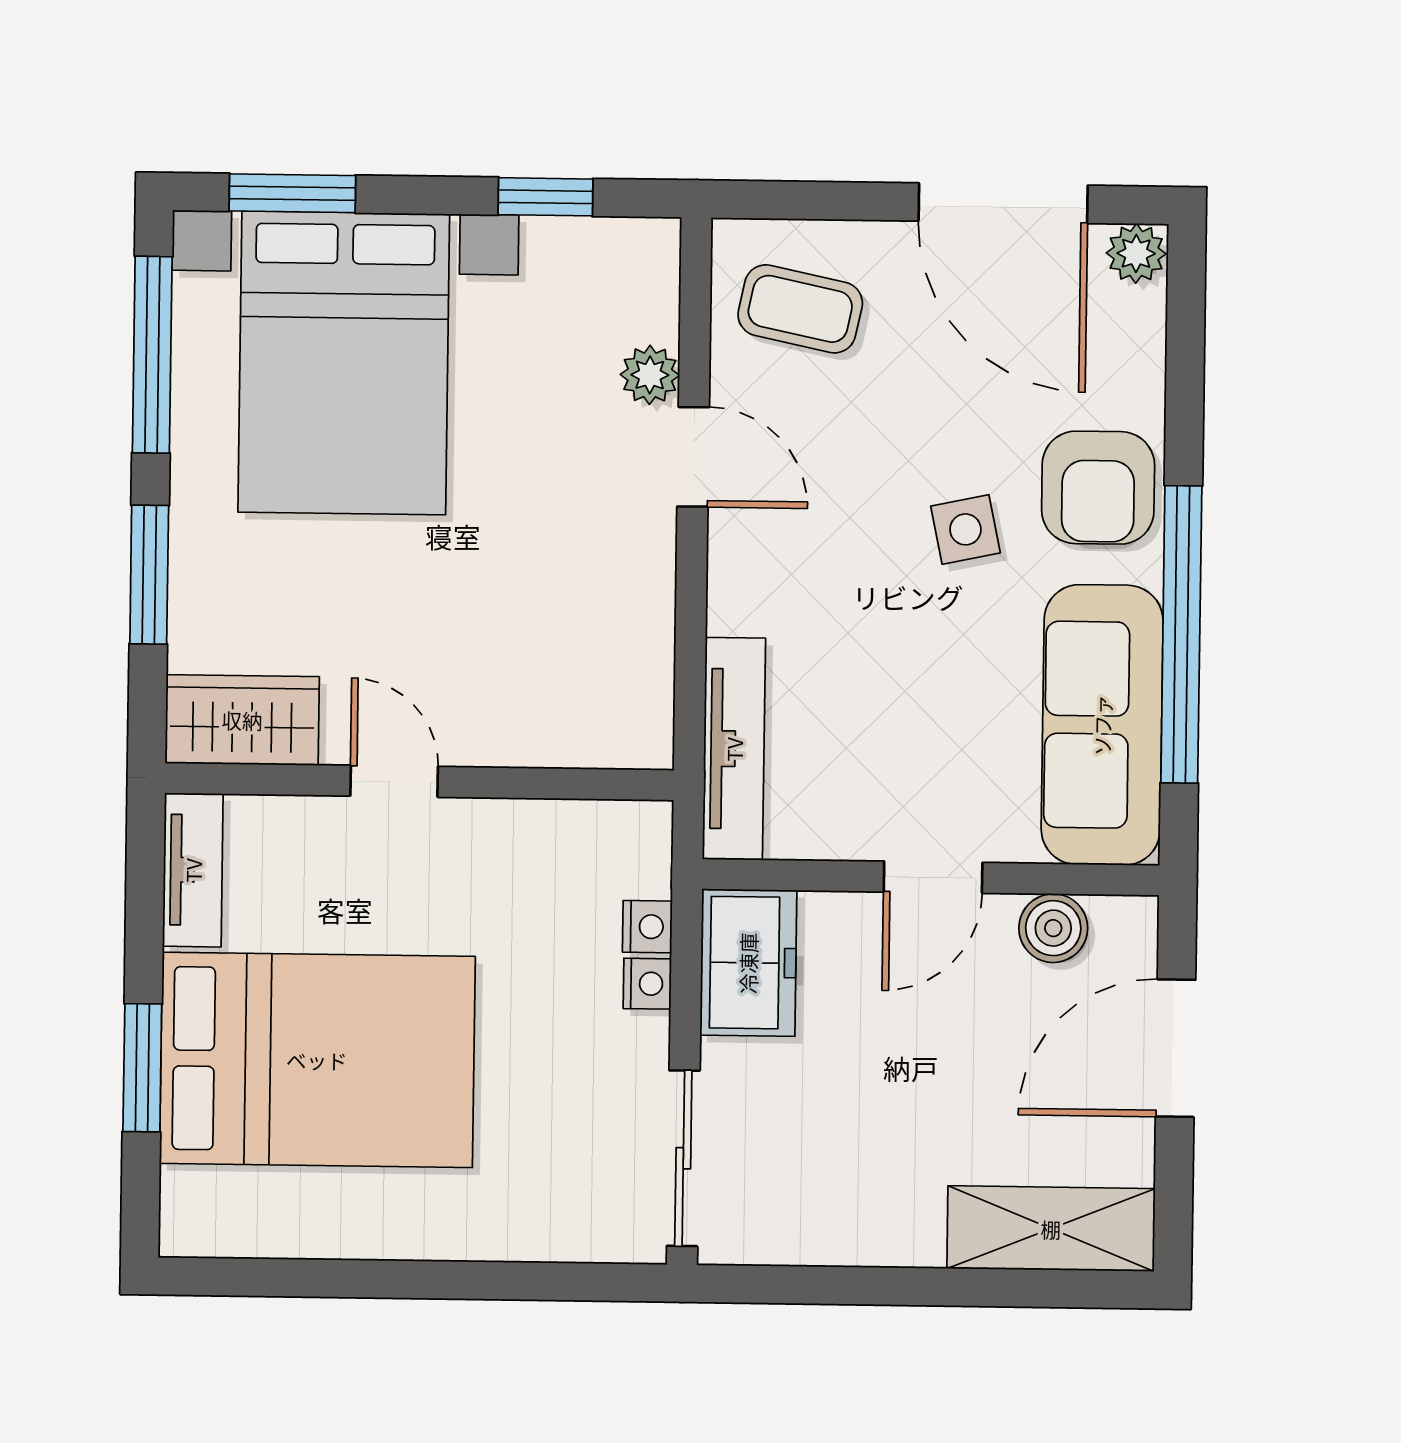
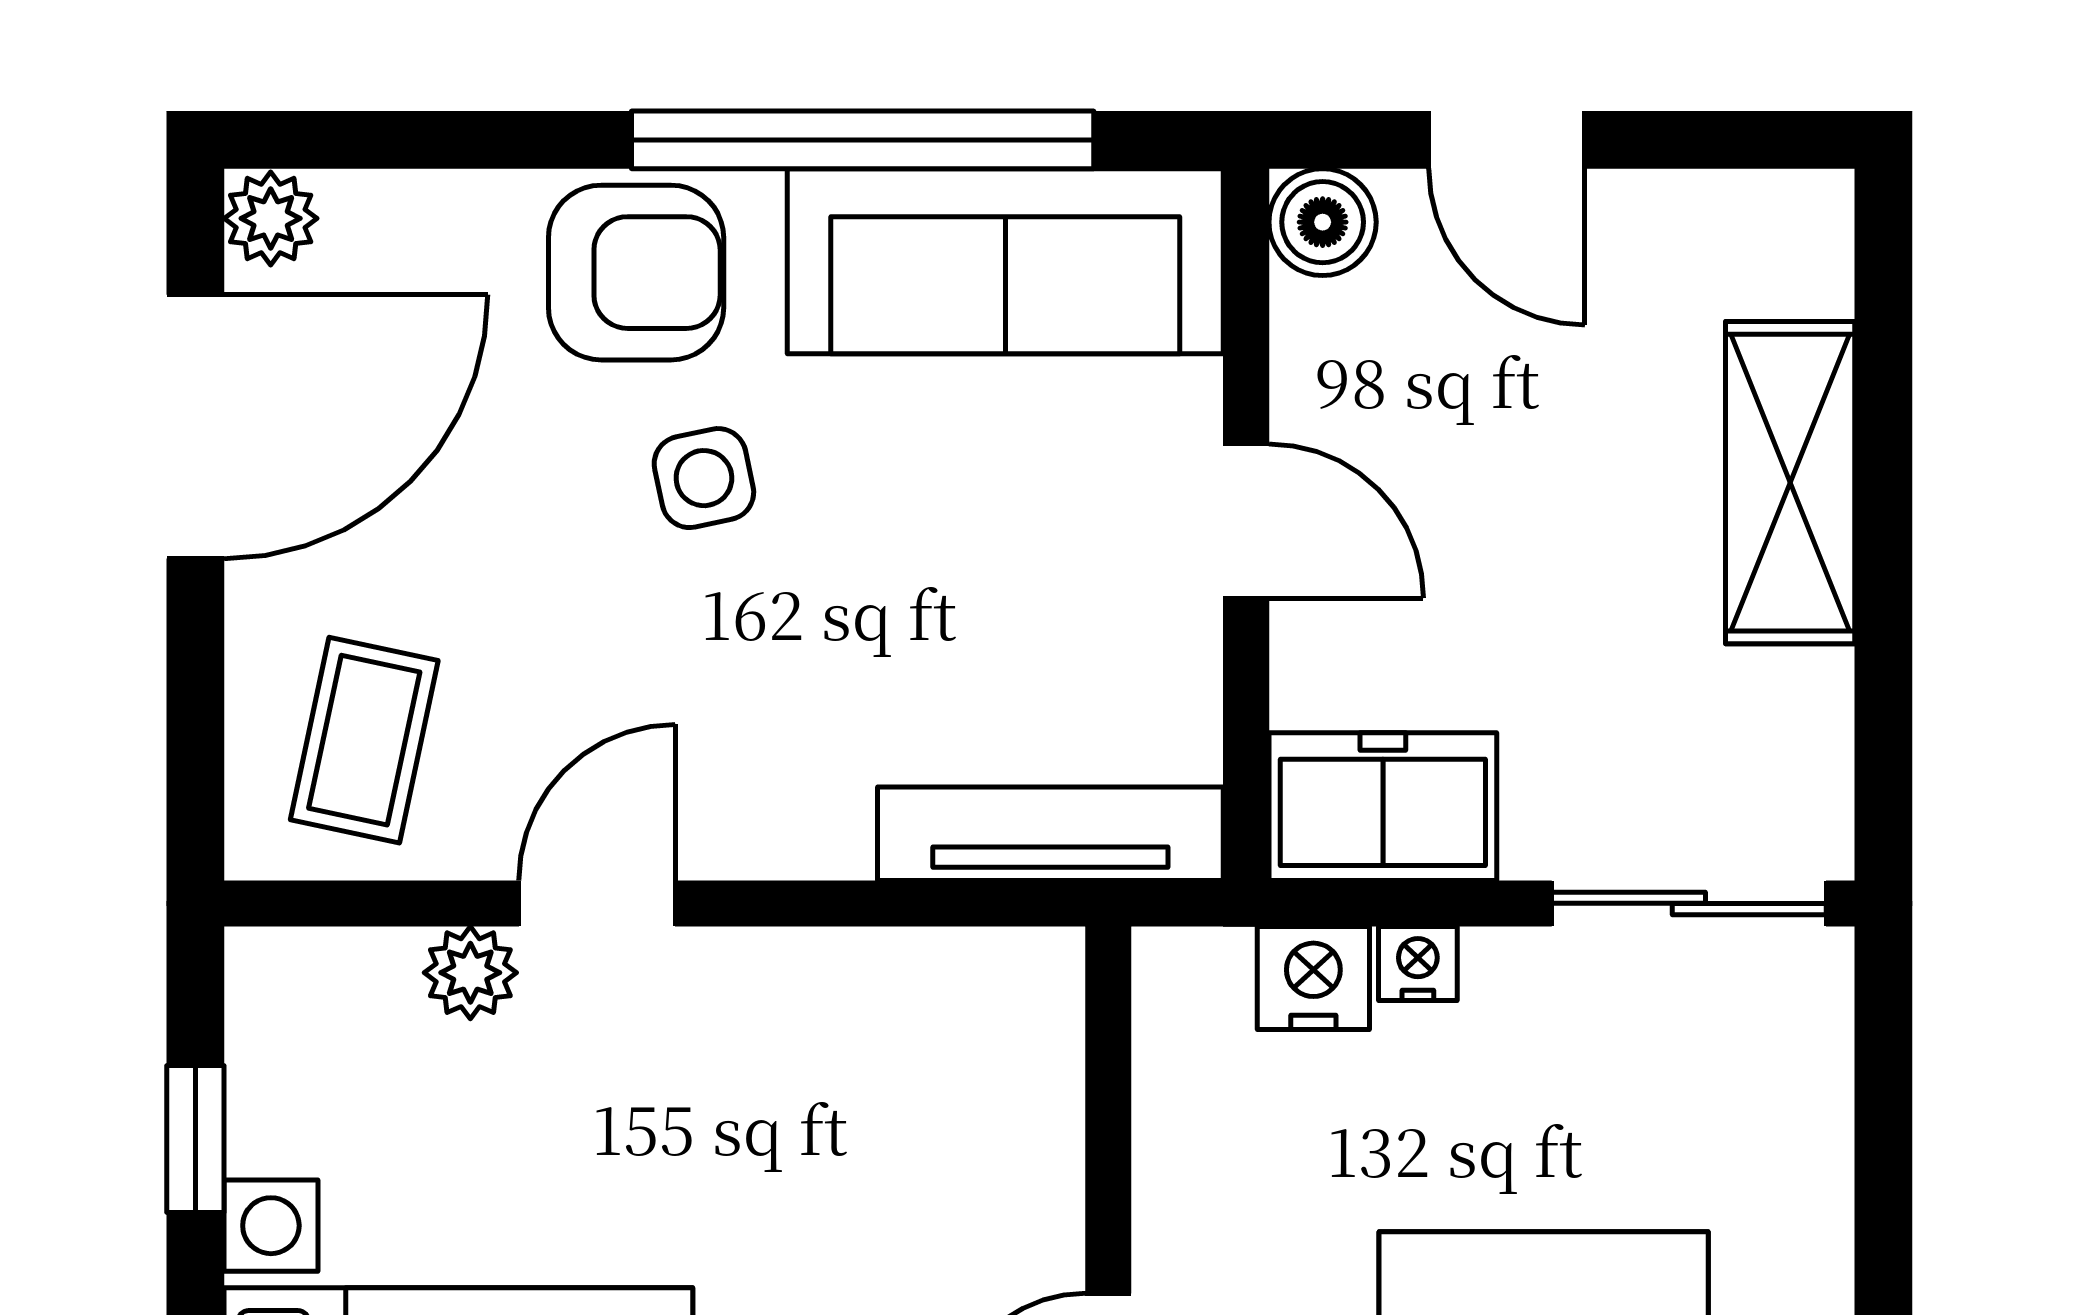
nightstand: (647, 927) -> (1313, 978), width x1.39, depth x1.35
boiler: (1053, 928) -> (1323, 222), moved
door: (1176, 1048) -> (1507, 140), width x0.73
shelving: (1051, 1229) -> (1790, 483), moved

